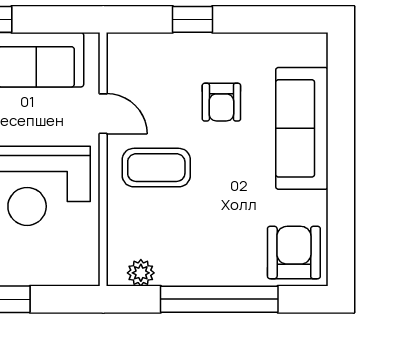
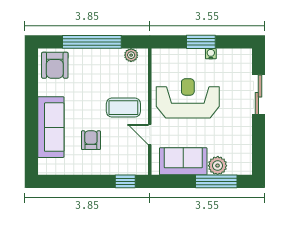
window: (193, 19) -> (125, 181), moved

